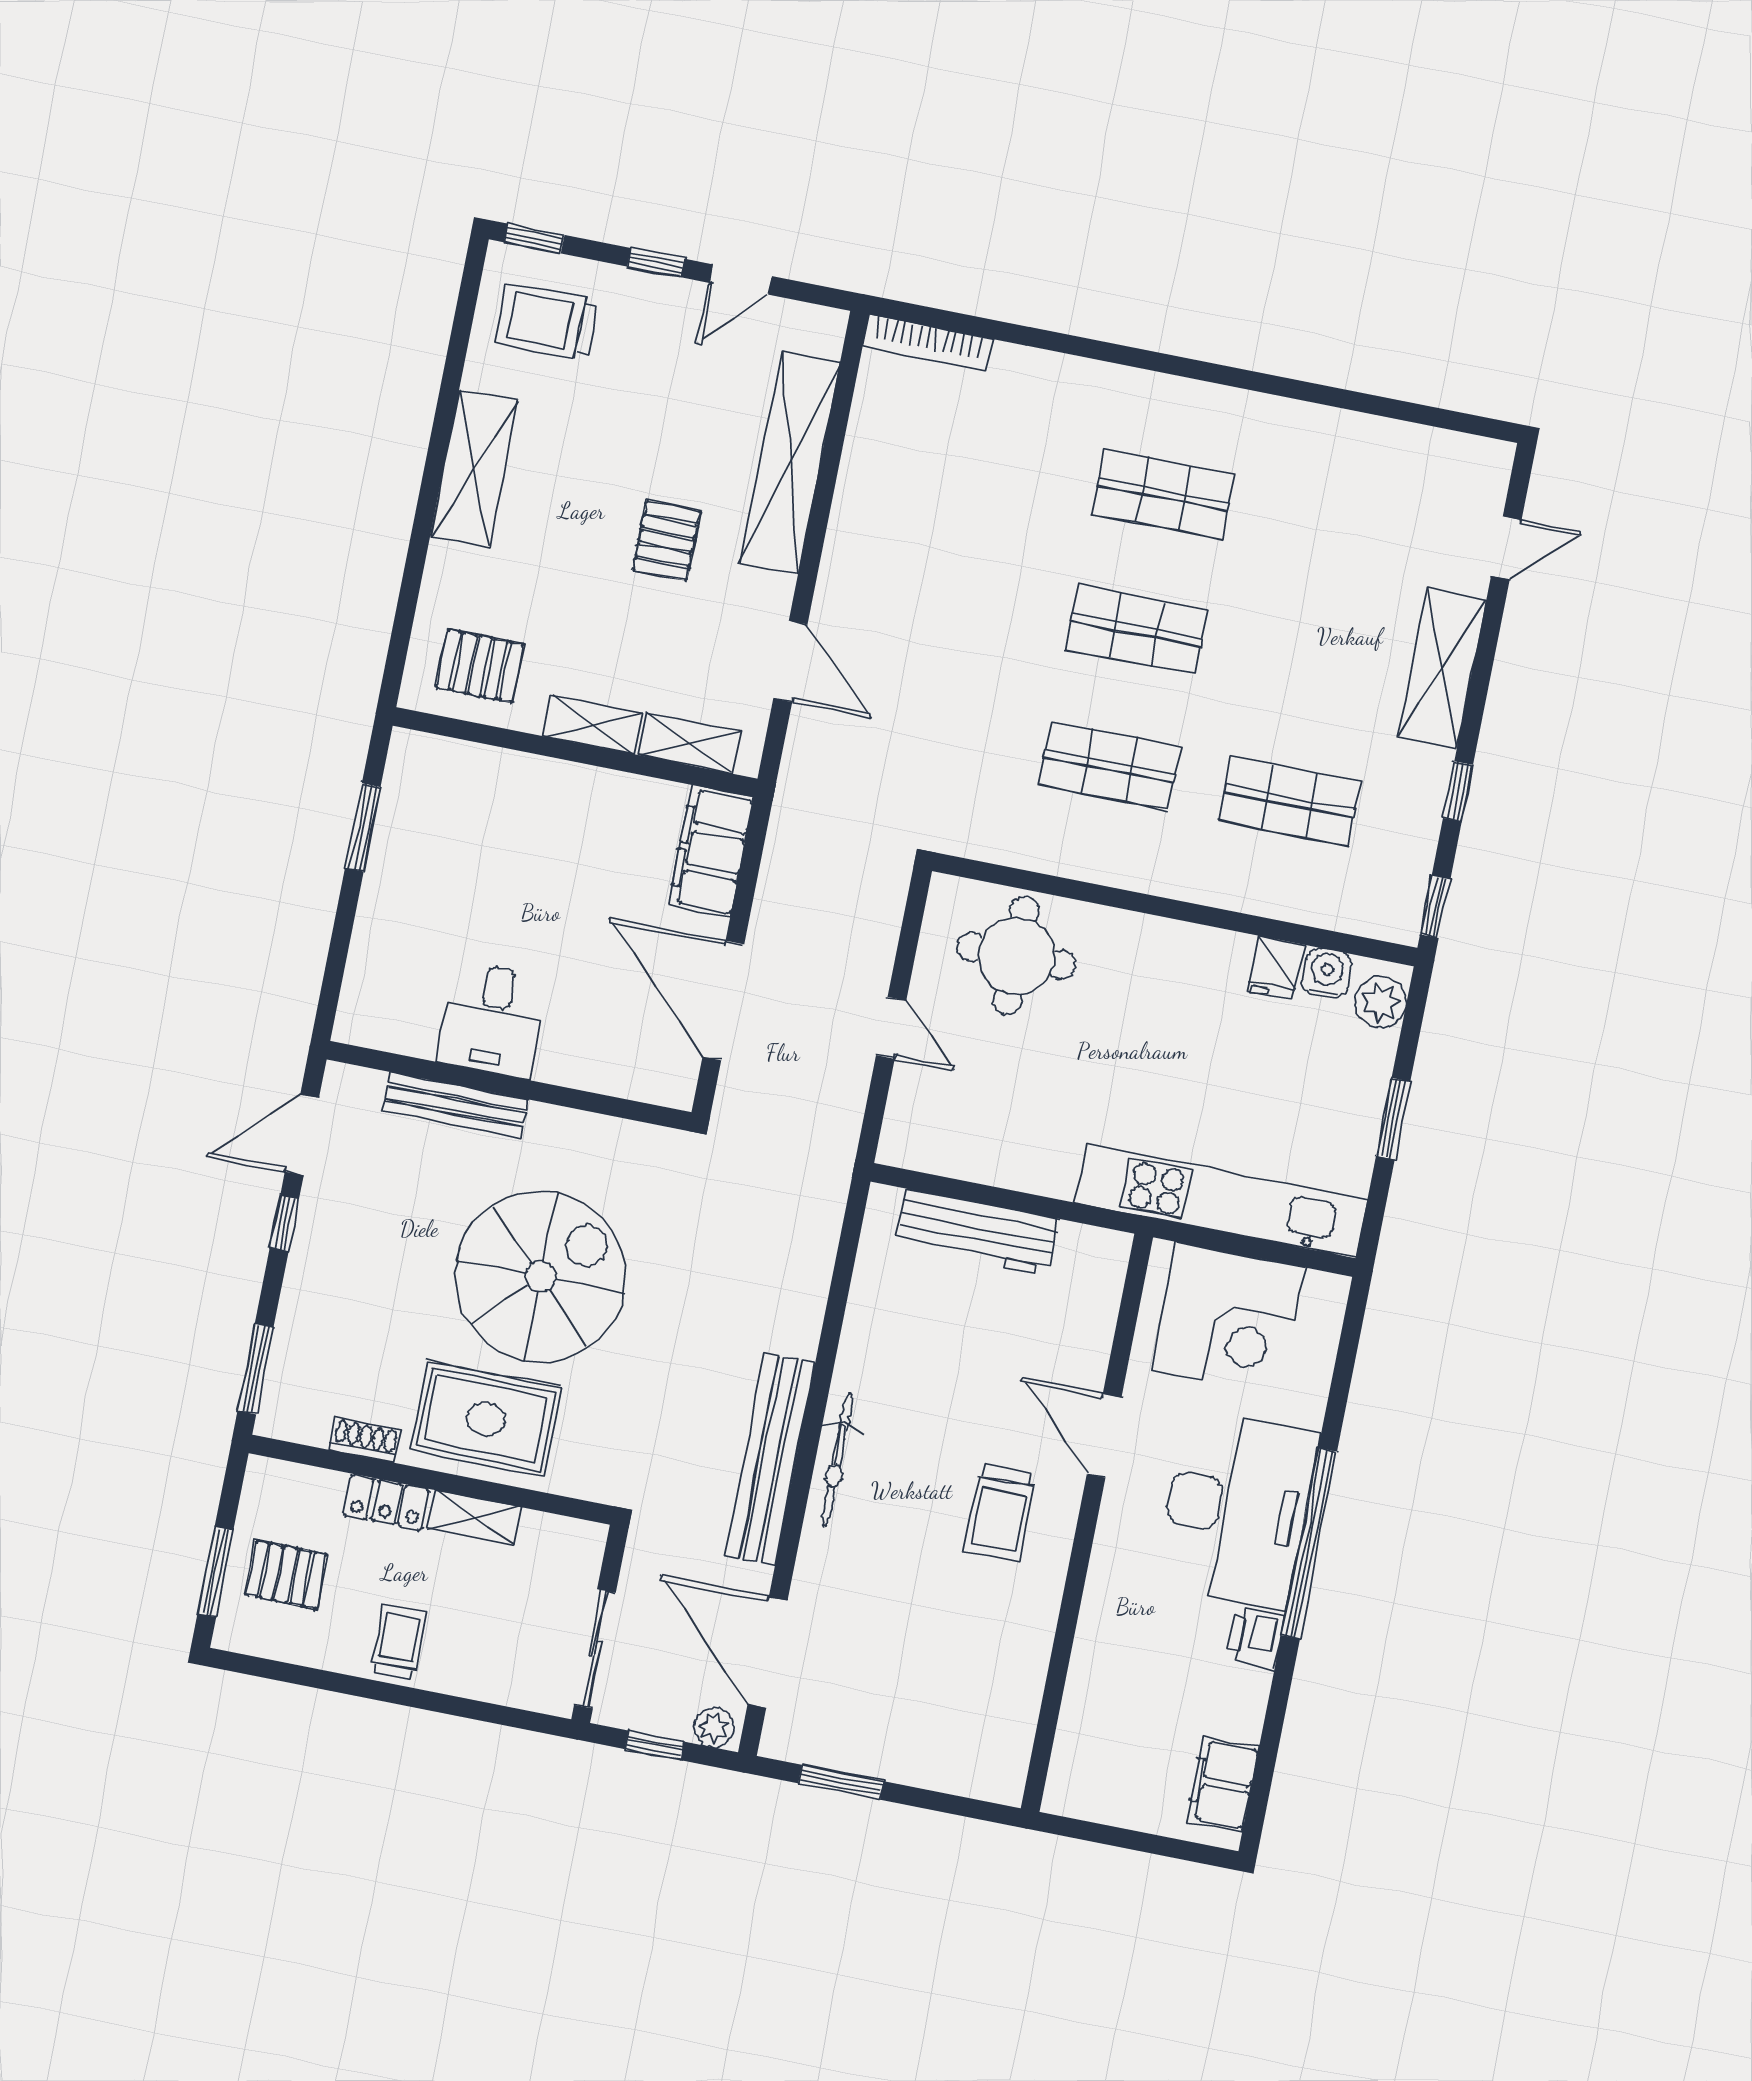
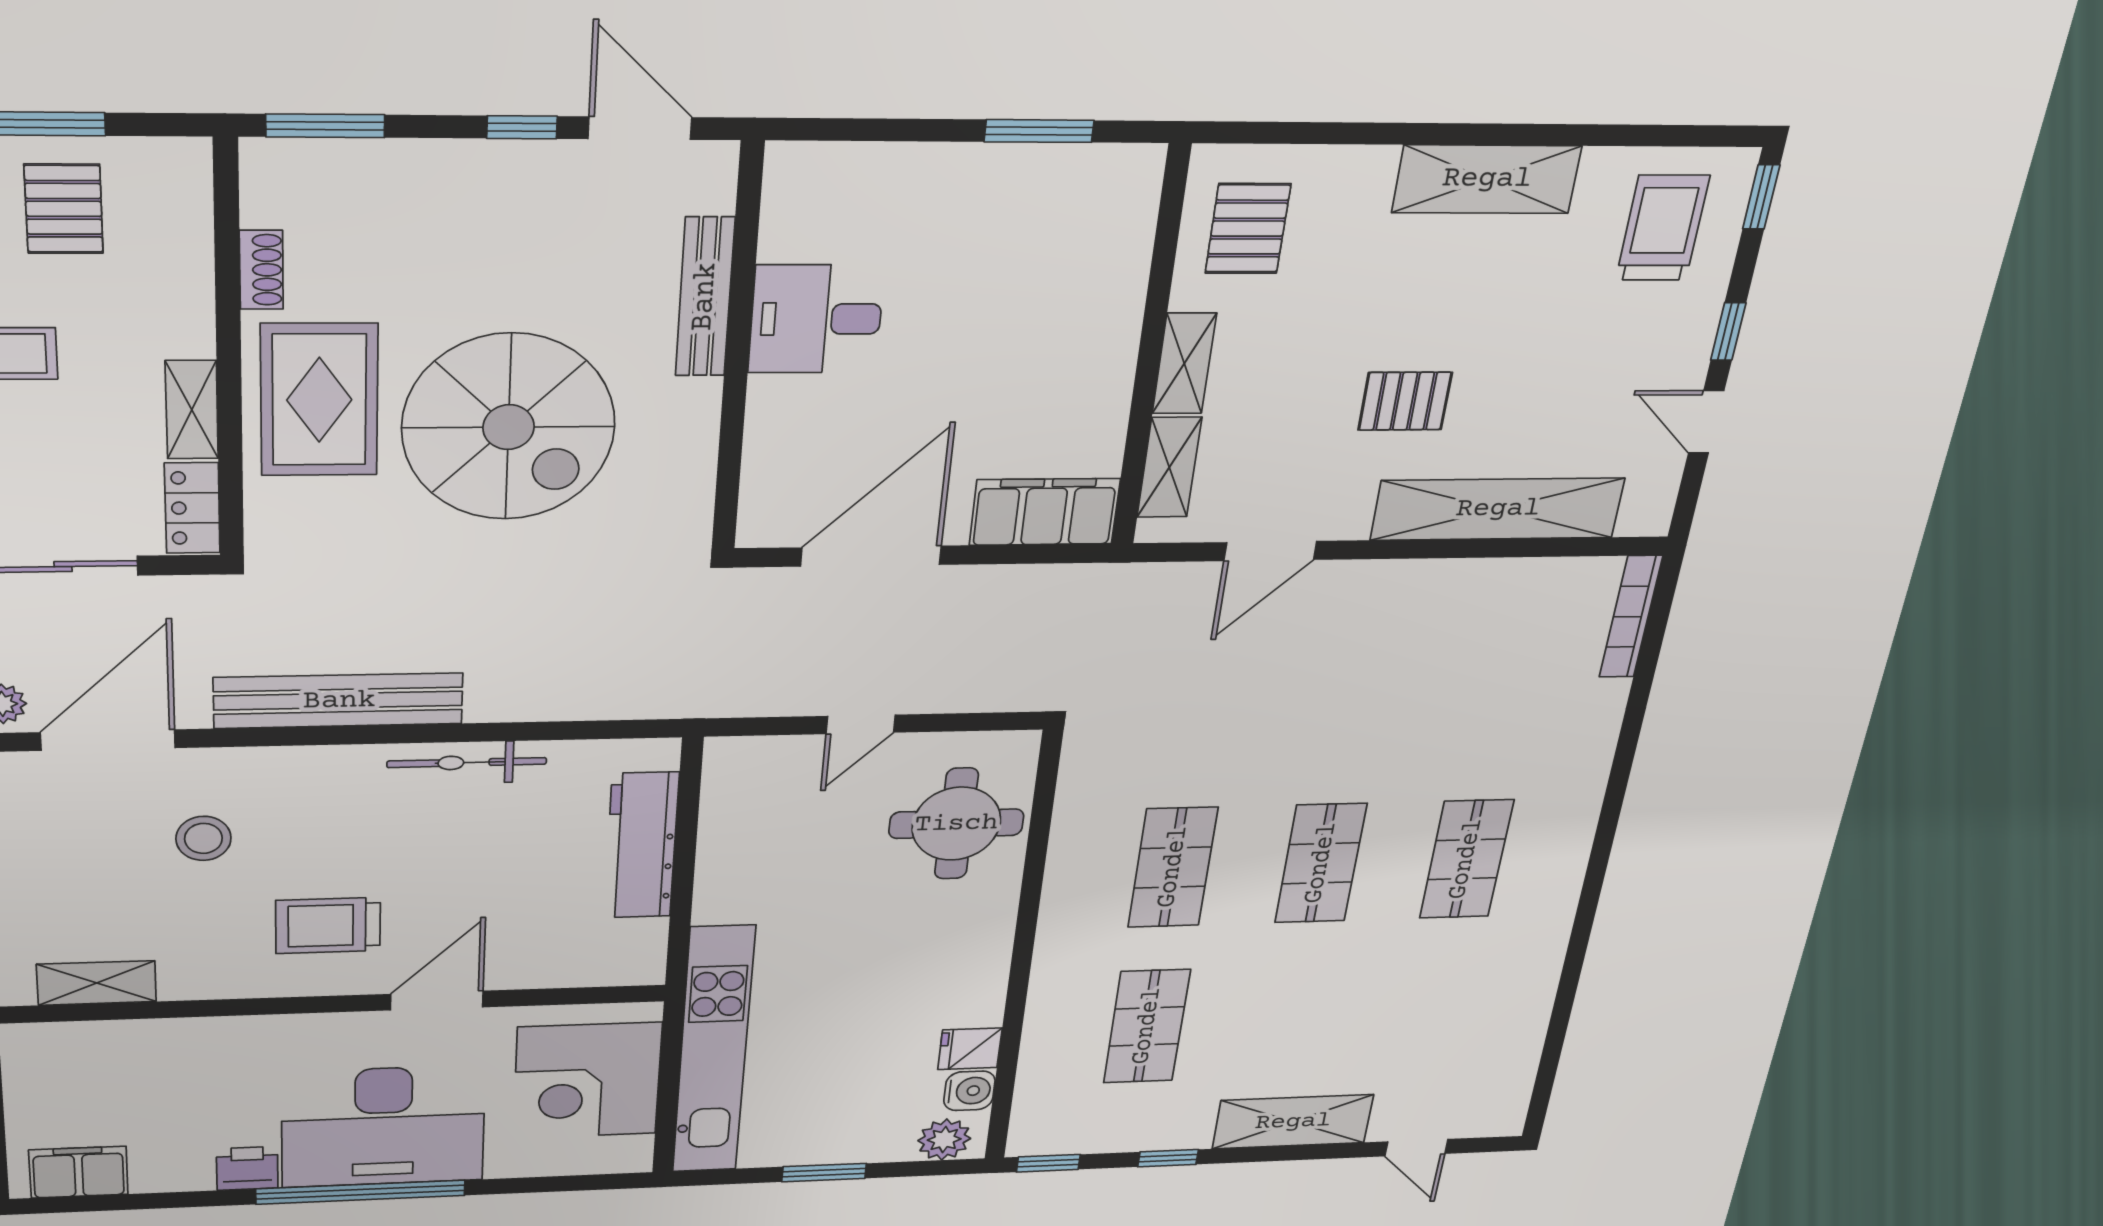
bicycle: (837, 1460) -> (467, 763), moved
locker: (386, 1502) -> (192, 508), moved
stool: (884, 1597) -> (203, 838), added
shelving: (1015, 1720) -> (97, 983), added

